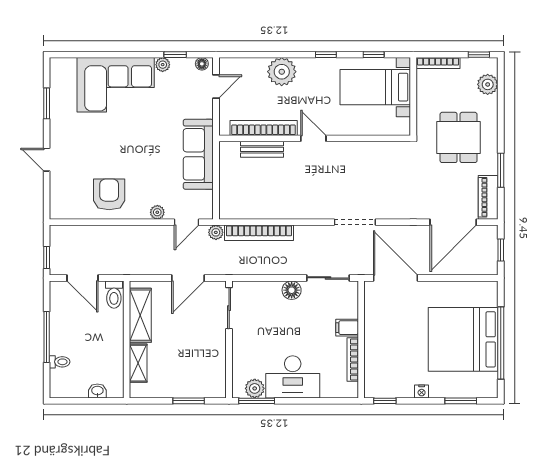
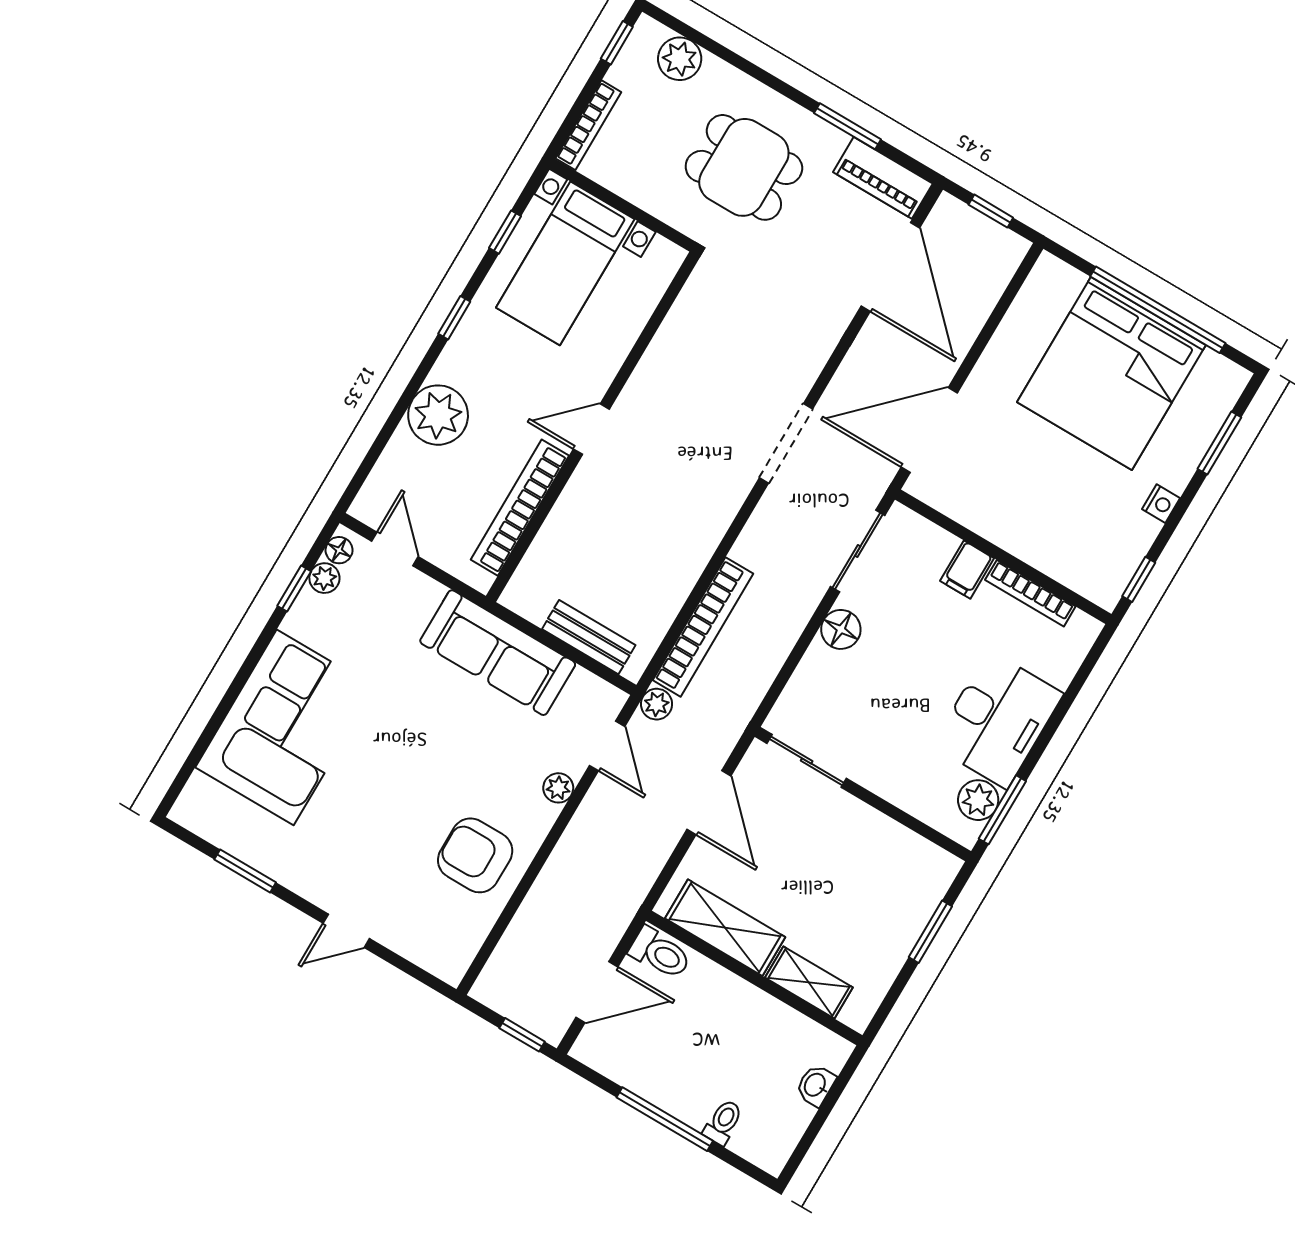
plant: (163, 65) -> (324, 578), moved
bench: (262, 149) -> (589, 637), moved, turned 90

